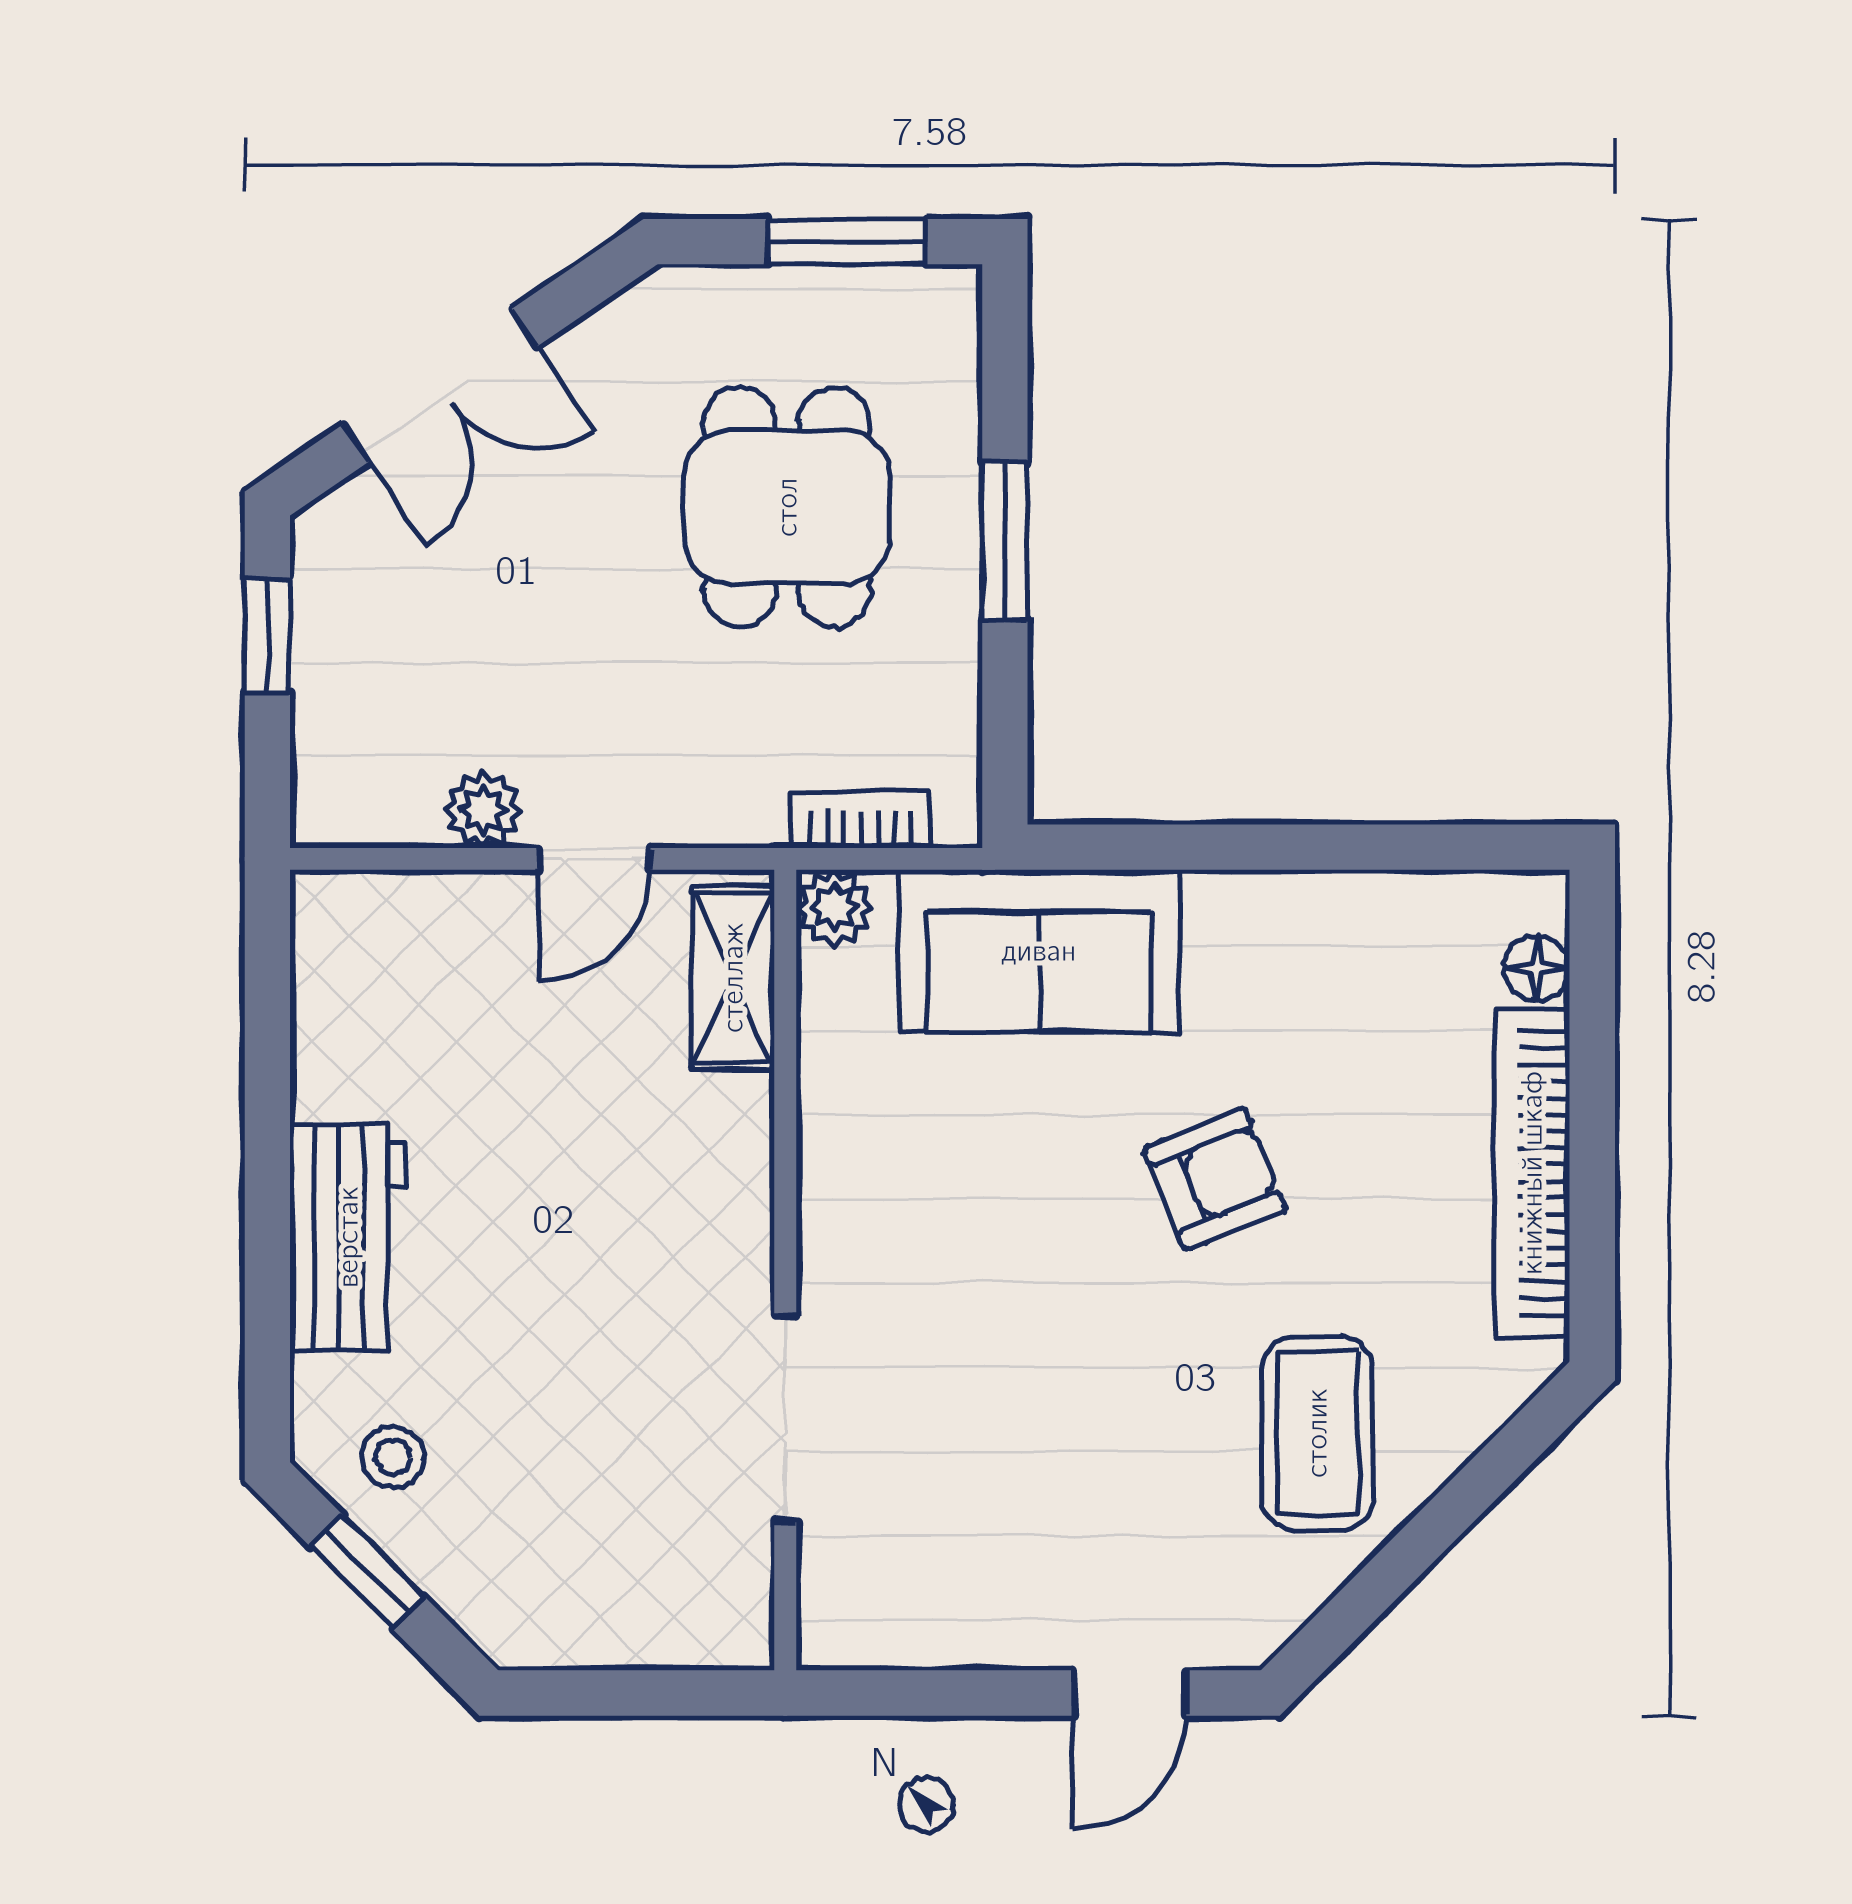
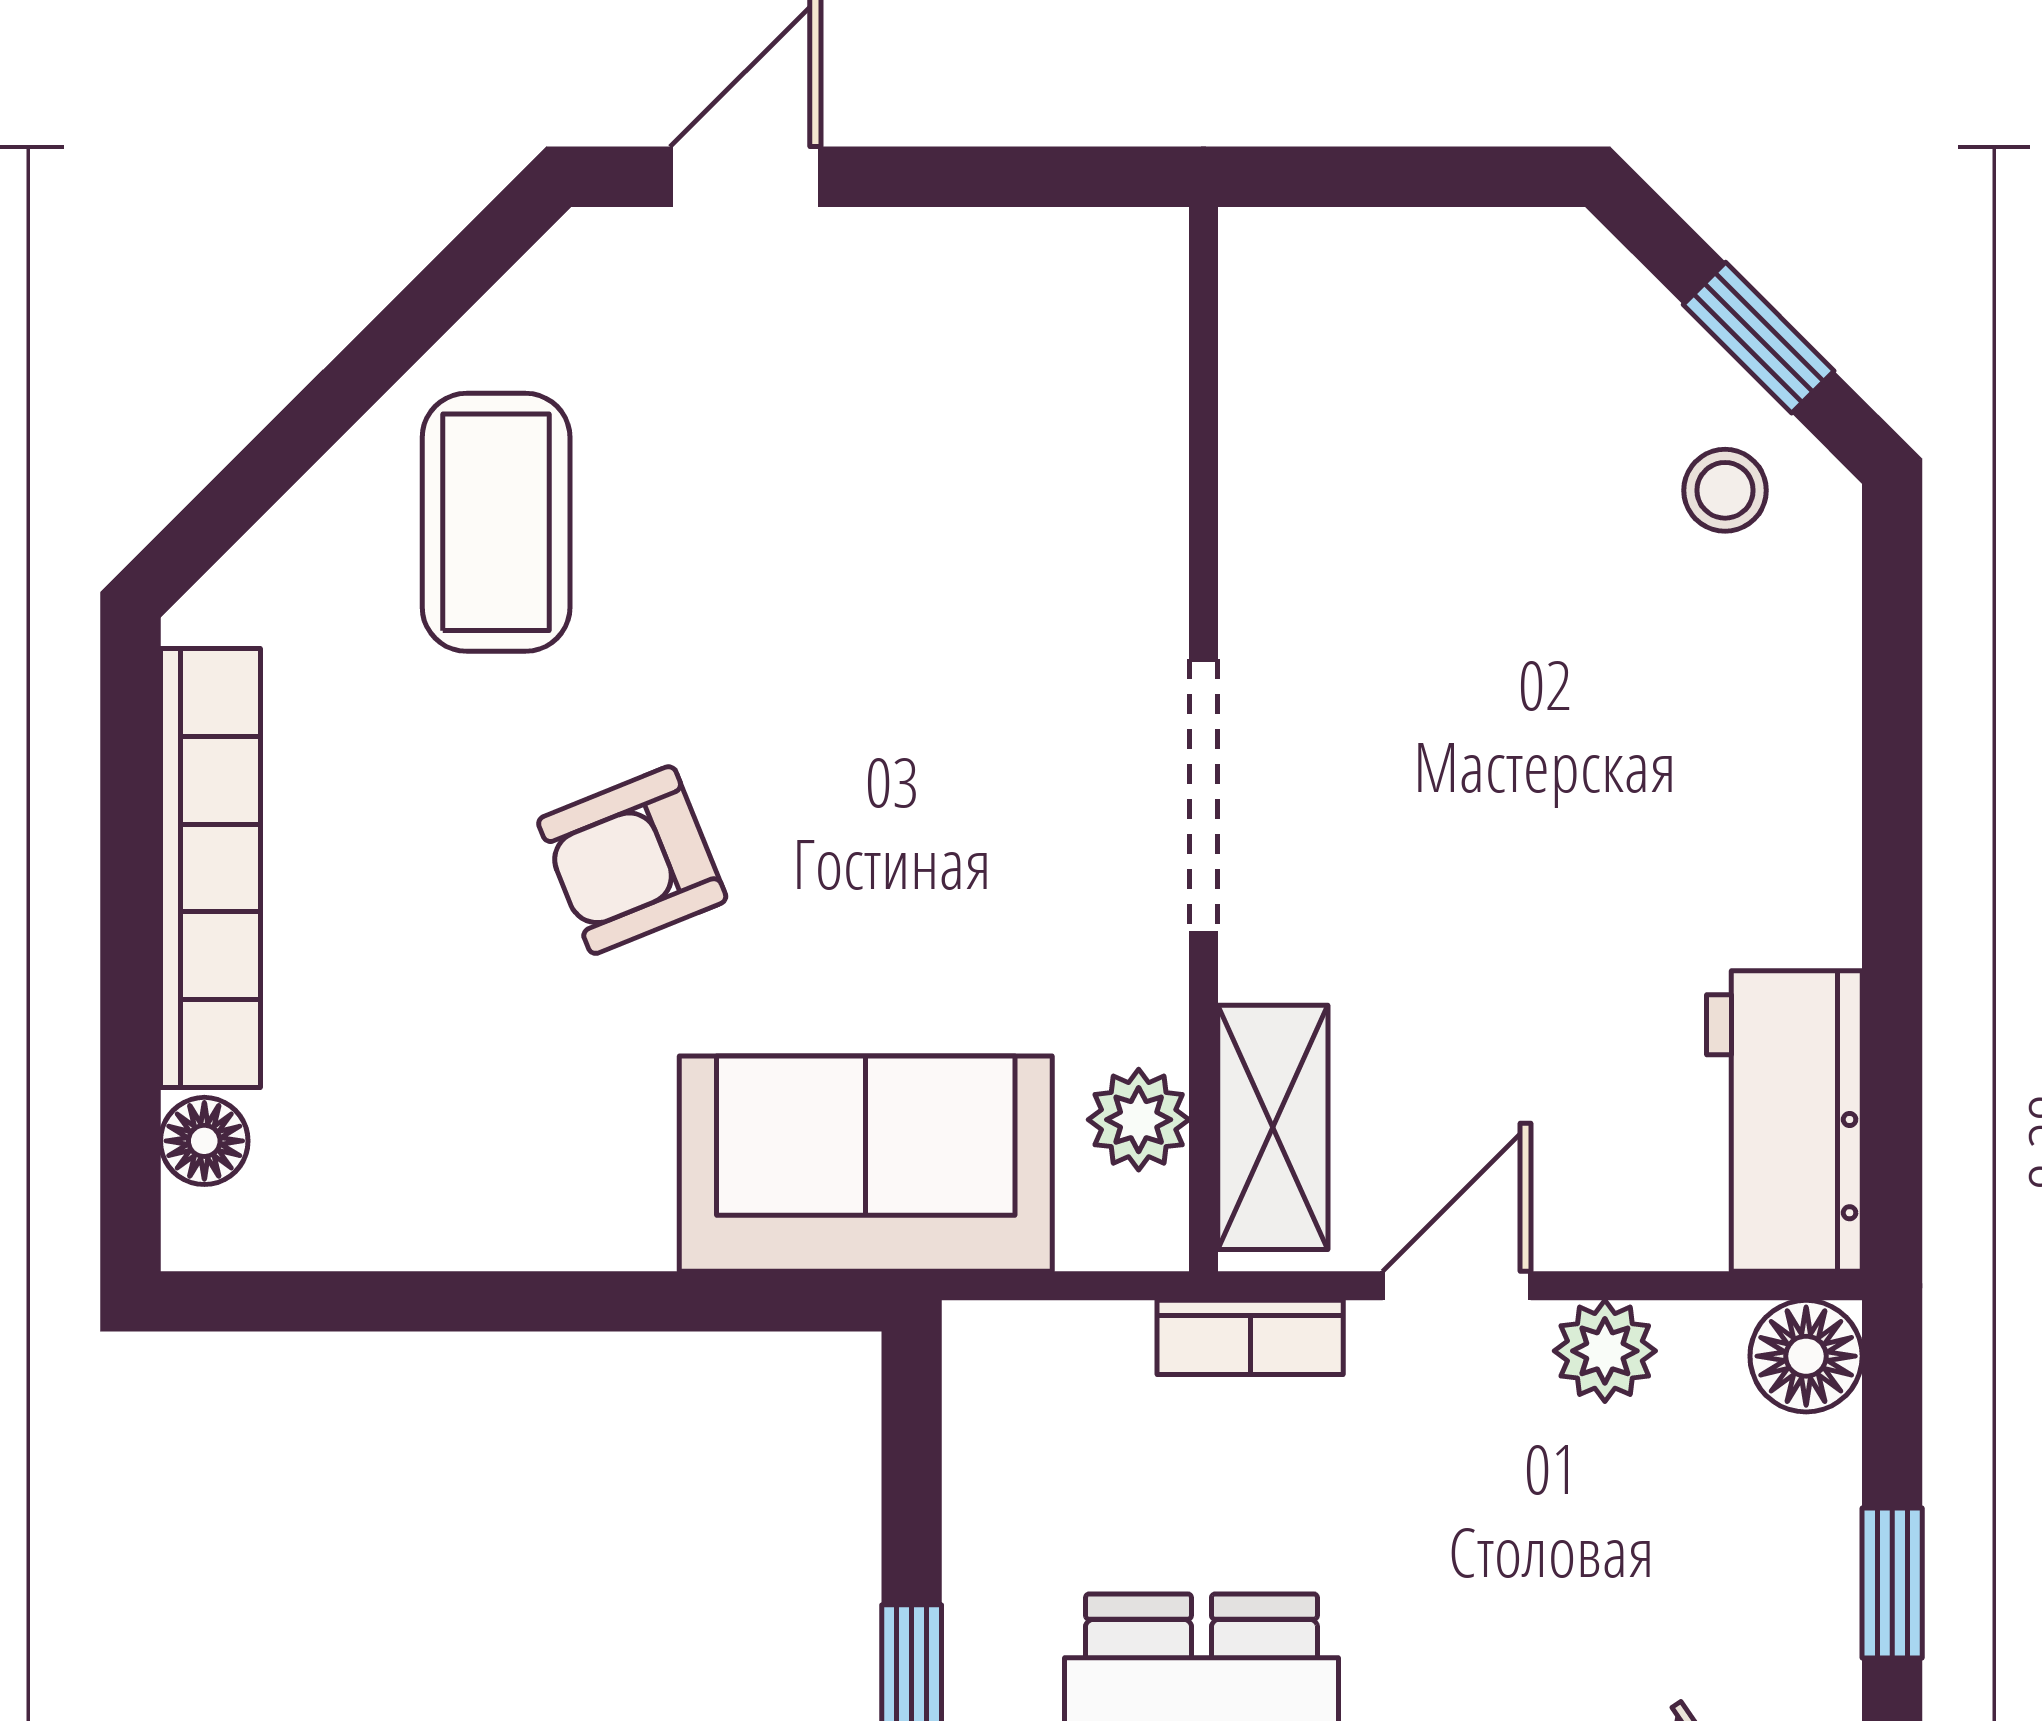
floor lamp: (332, 806) -> (1806, 1356), added
bookcase: (861, 820) -> (1250, 1337), moved
plant: (834, 908) -> (1139, 1120), moved
workbench: (348, 1237) -> (1784, 1121), moved
doorway: (785, 1419) -> (1204, 796), moved

